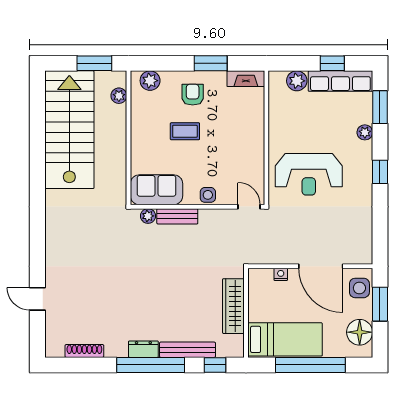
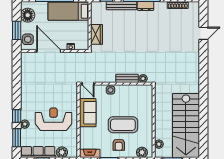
coffee table: (185, 131) -> (123, 125), width x1.86, depth x1.72
window: (380, 172) -> (17, 116), moved
reception desk: (309, 174) -> (53, 119), moved
sofa: (156, 190) -> (88, 113), moved, turned -90
door: (37, 299) -> (203, 33), hinge flipped
wardrobe: (233, 306) -> (96, 34), width x0.67

